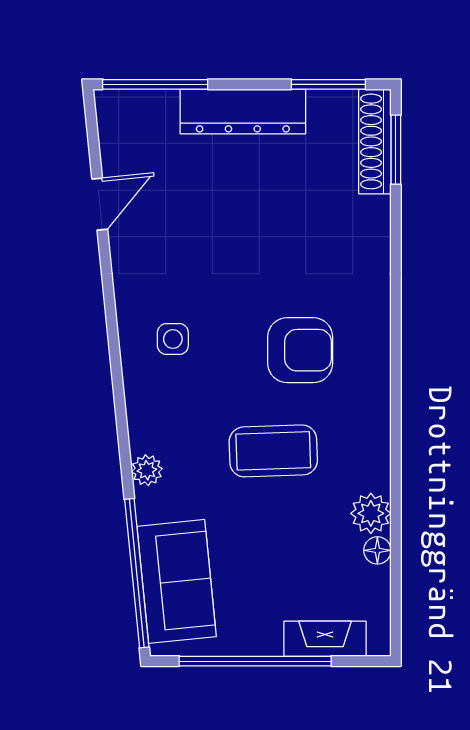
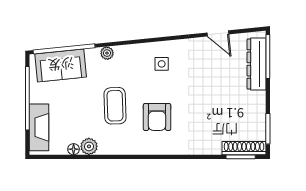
dresser: (243, 111) -> (257, 64), moved
fireplace: (325, 639) -> (39, 127), width x1.37, depth x1.32

